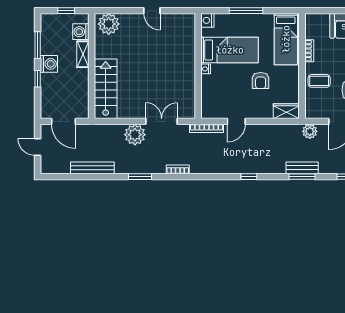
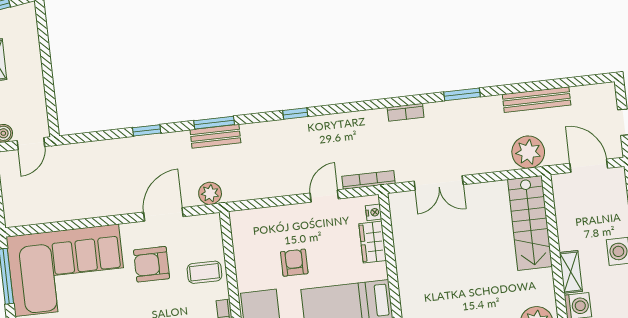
nightstand: (206, 69) -> (374, 212), moved
wardrobe: (286, 111) -> (373, 242), moved, turned 90
plant: (135, 135) -> (528, 152), moved

